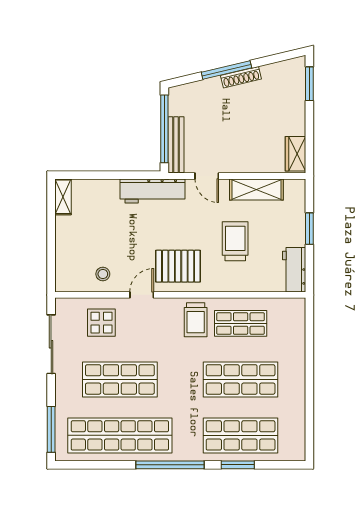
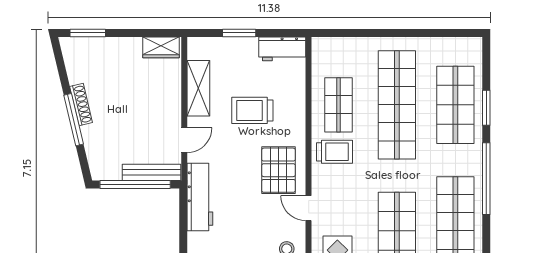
shop shelf: (241, 379) -> (397, 105), width x1.40

